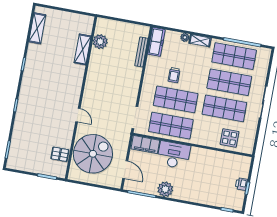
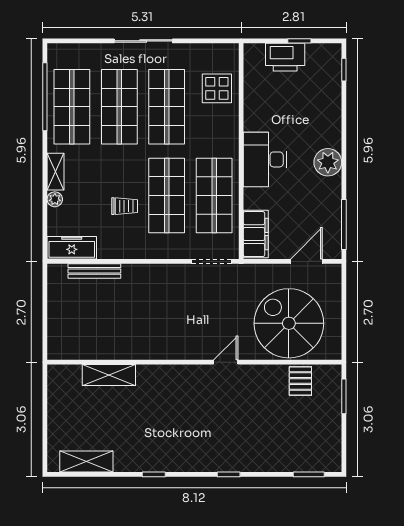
plant: (100, 42) -> (90, 347), removed
desk: (174, 155) -> (265, 159), moved
printer: (241, 184) -> (285, 57), width x1.87, depth x1.48
plant: (165, 189) -> (328, 162), moved

